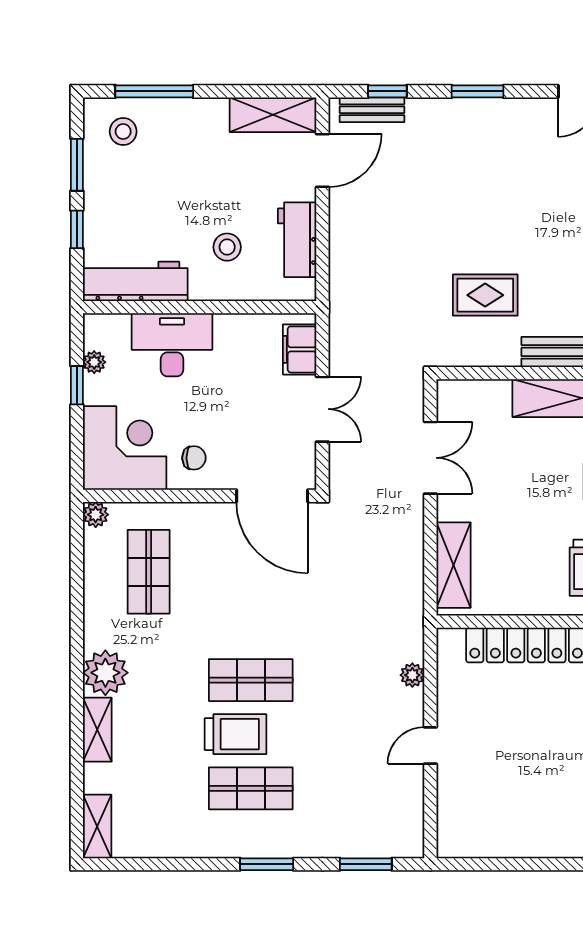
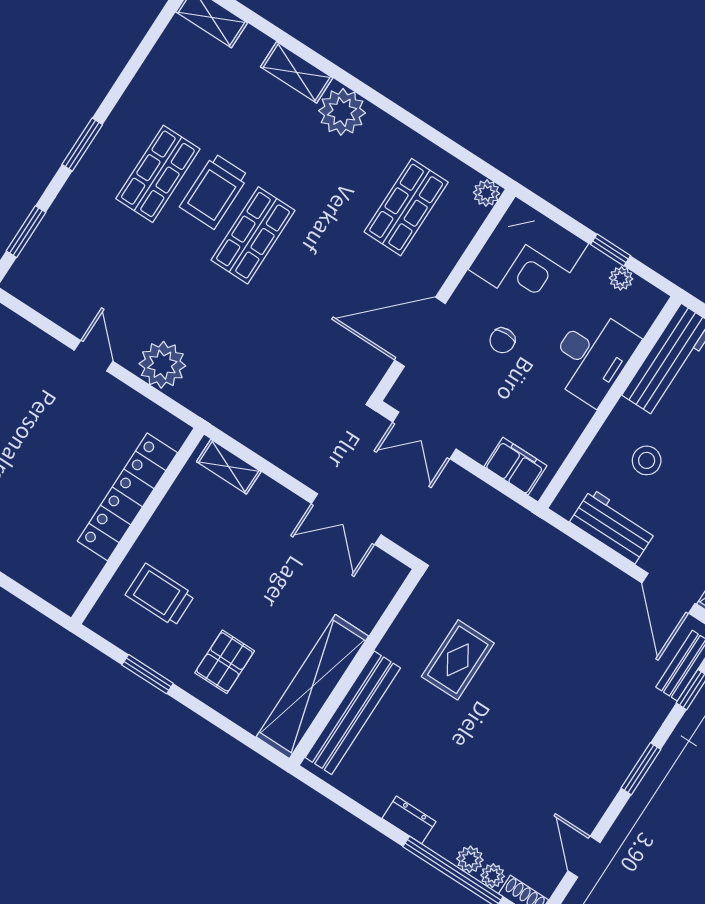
double door: (322, 409) -> (424, 435), moved
chair: (194, 458) -> (502, 340), moved
door: (272, 496) -> (420, 332), moved
shelving: (453, 565) -> (229, 467), width x0.67, depth x0.75
shop shelf: (149, 572) -> (406, 207), turned 90
plant: (412, 675) -> (162, 365), width x1.88, depth x1.88

